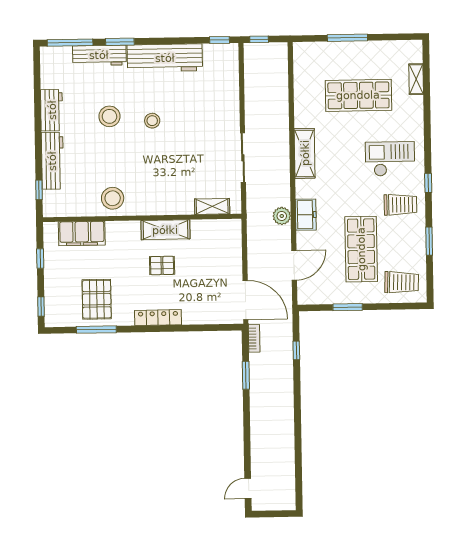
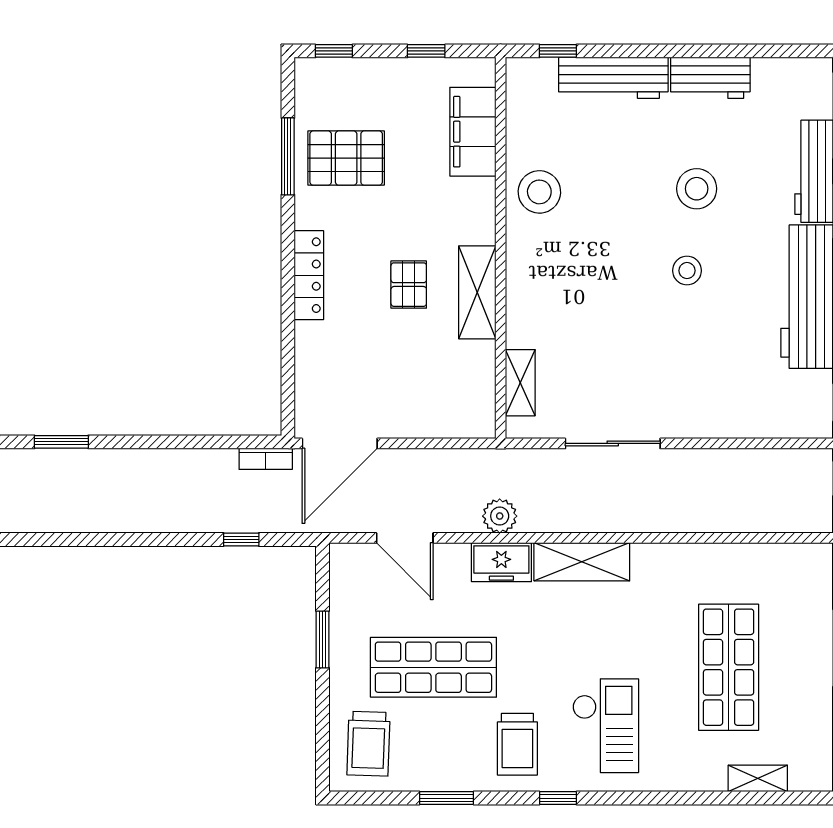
shelving: (305, 153) -> (582, 562), moved
window: (246, 375) -> (61, 442), moved

